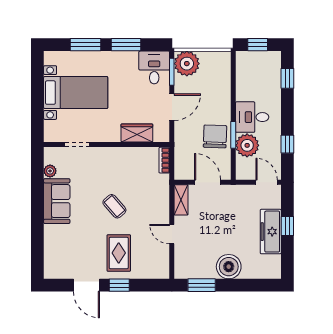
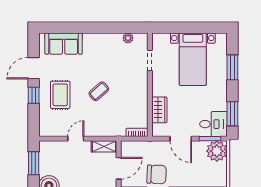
window: (126, 45) -> (232, 114), moved
sofa: (57, 201) -> (64, 44), moved
rug: (119, 253) -> (60, 95), turned 90

